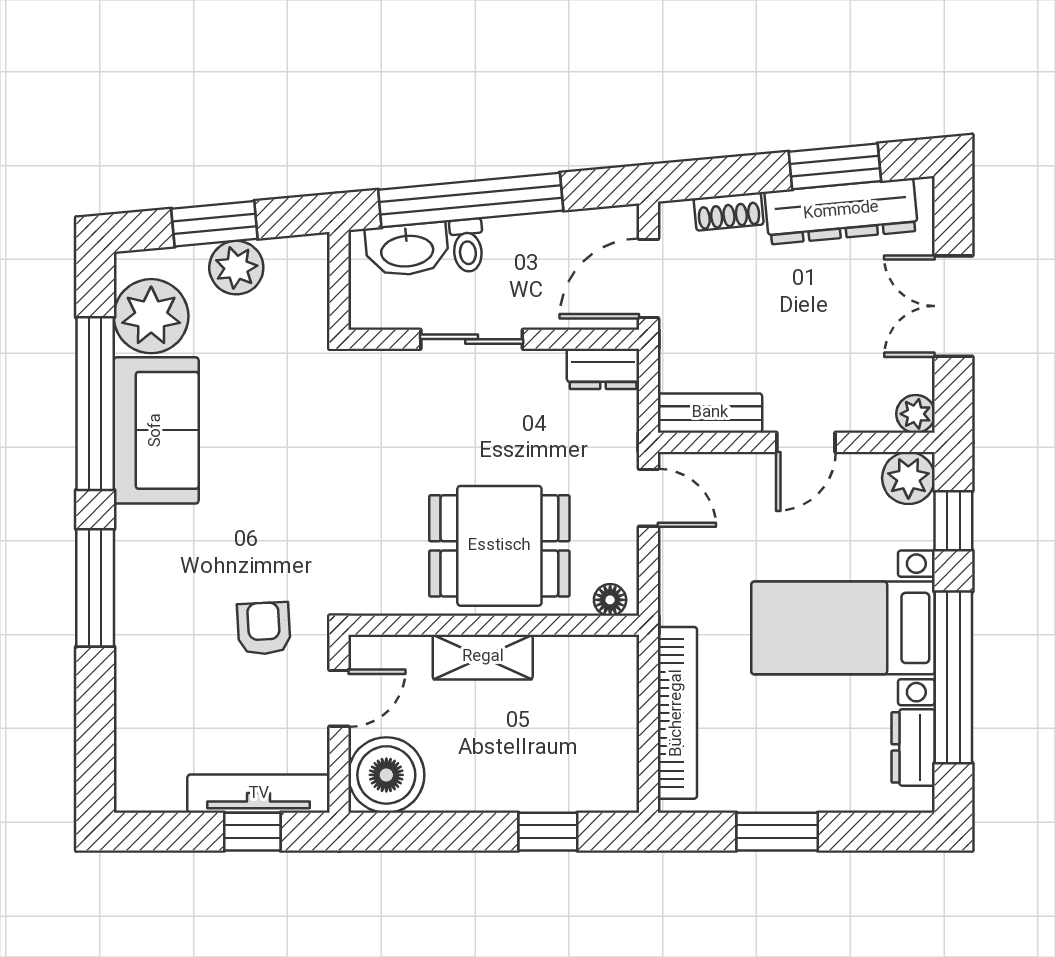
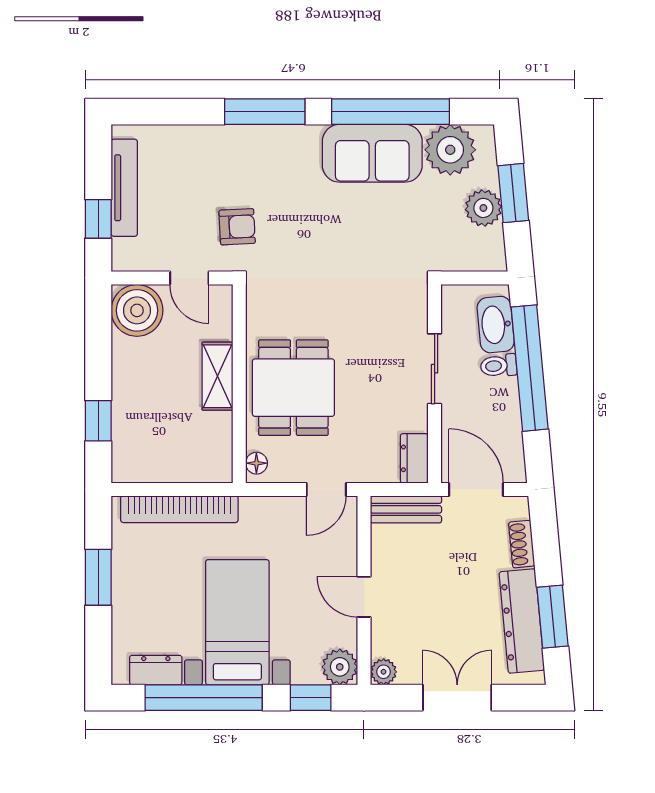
bench: (710, 413) -> (406, 509), moved, turned 90
tv unit: (259, 794) -> (124, 188), moved

